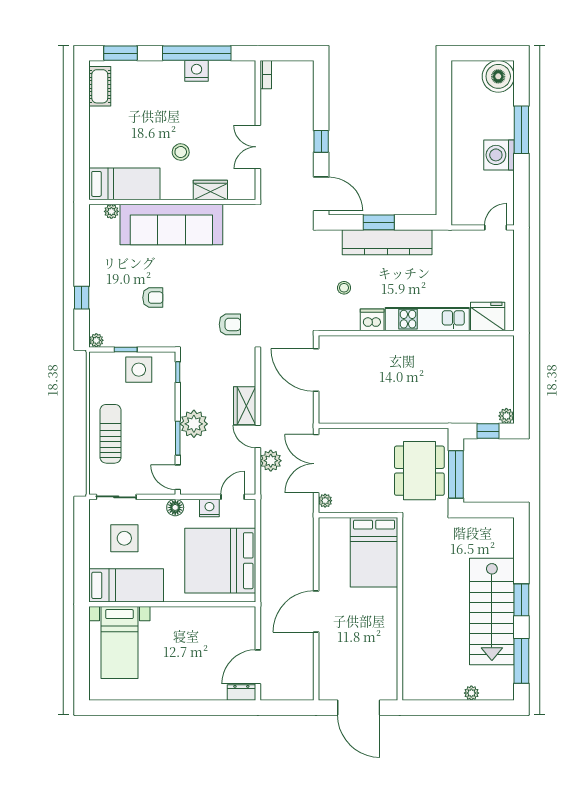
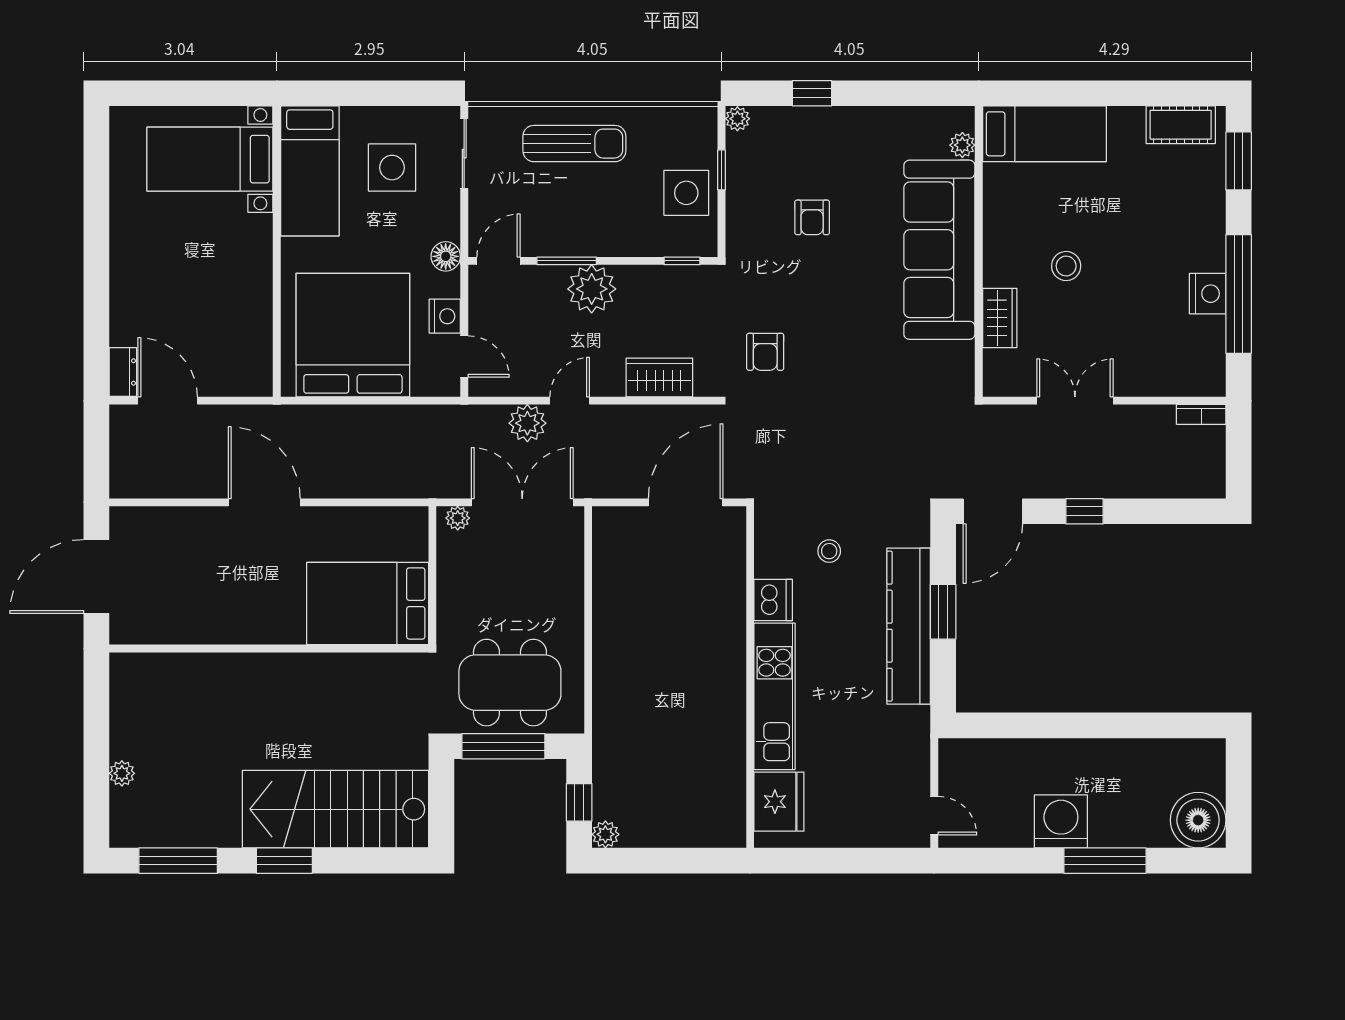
bed: (124, 184) -> (1044, 134), moved, turned -90
wardrobe: (245, 406) -> (659, 378), moved
stairs: (492, 611) -> (336, 809), moved

